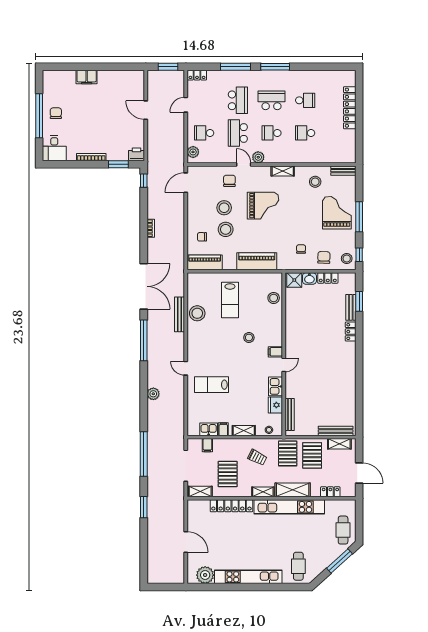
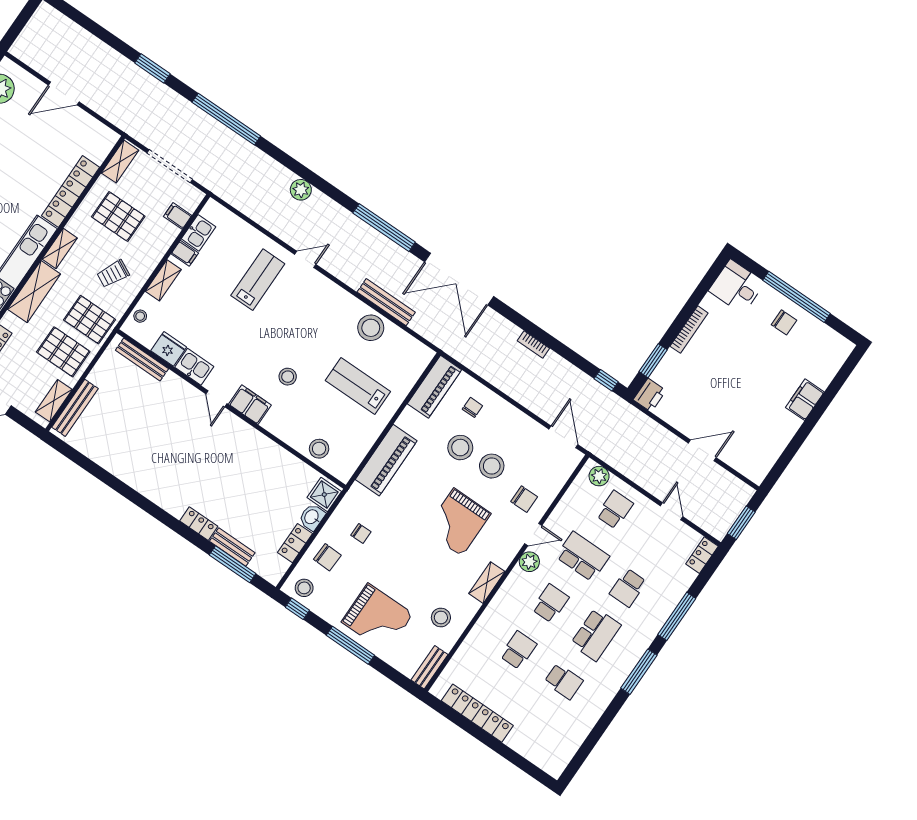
school desk: (238, 100) -> (628, 588), width x0.54
school desk: (305, 100) -> (564, 681), turned -90
locker: (350, 108) -> (477, 713), moved
window: (359, 301) -> (233, 564), width x1.44
filing cabinet: (275, 352) -> (250, 405), width x2.00

